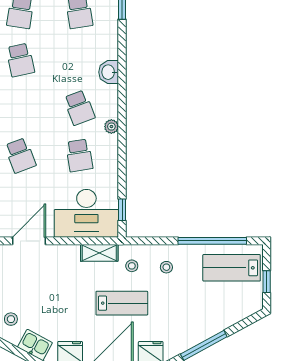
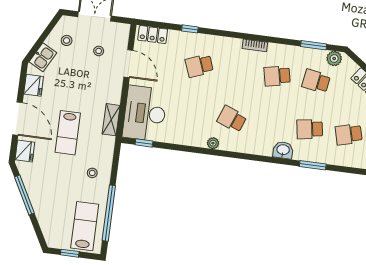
washbasin: (109, 72) -> (283, 150), moved
school desk: (79, 108) -> (232, 119), turned 42
school desk: (79, 155) -> (193, 114), removed
stool: (132, 266) -> (99, 51), moved

